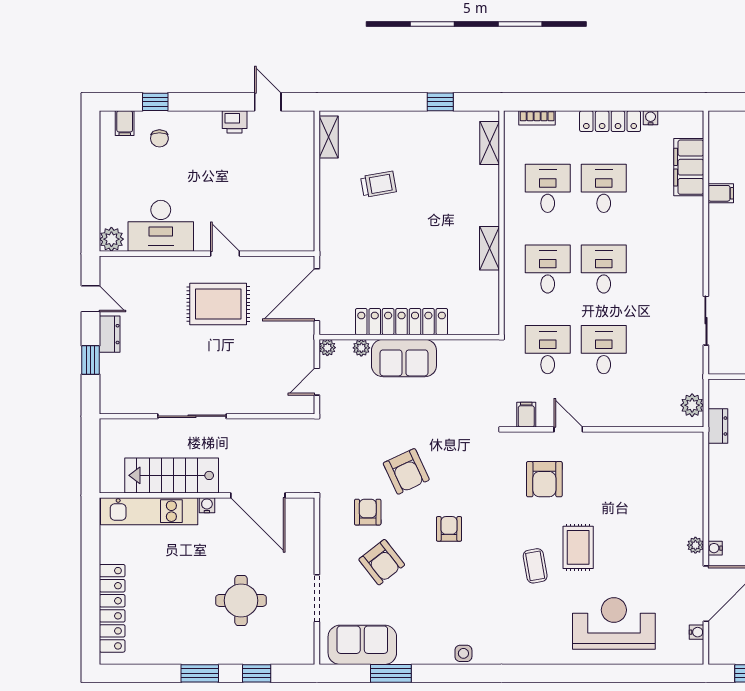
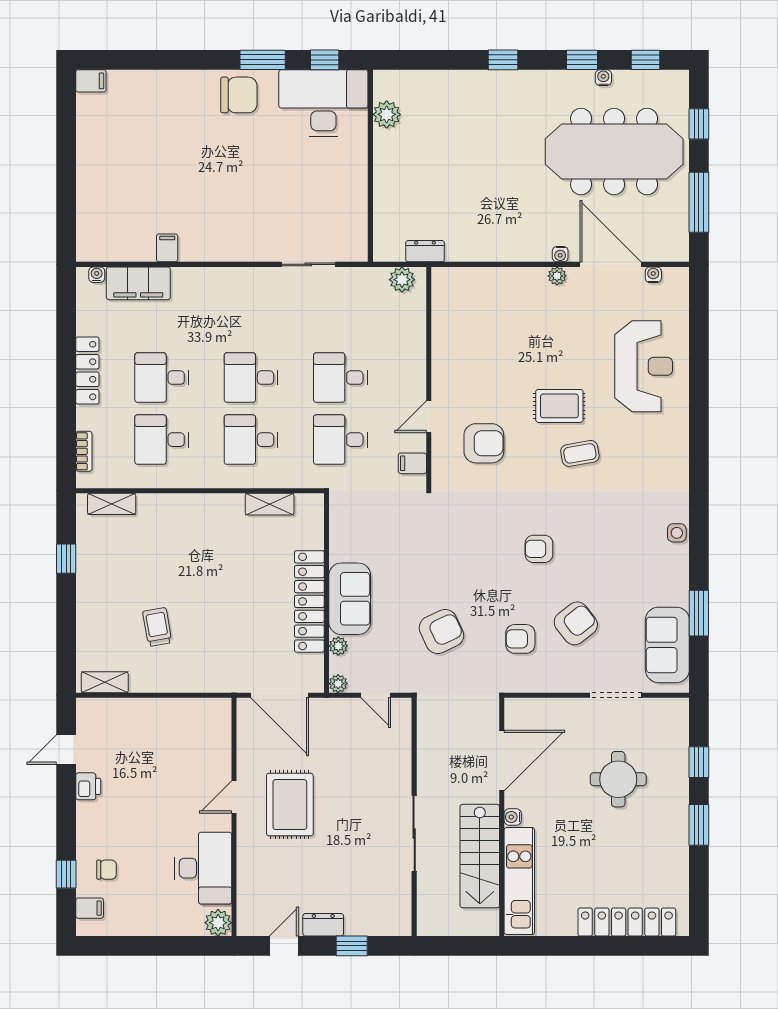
water cooler: (651, 118) -> (97, 275), moved, turned 90
shelving: (489, 248) -> (270, 504), moved
armchair: (406, 471) -> (441, 631), moved
reception desk: (614, 623) -> (644, 366), turned 180

